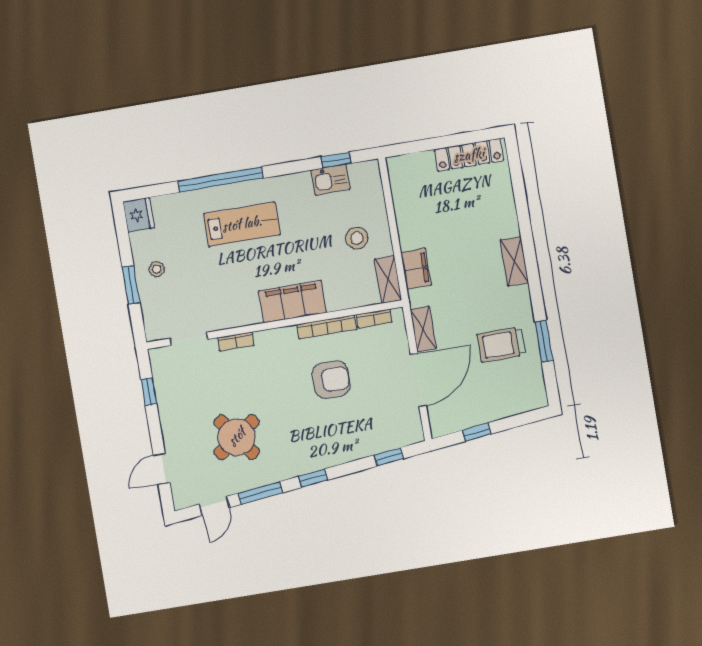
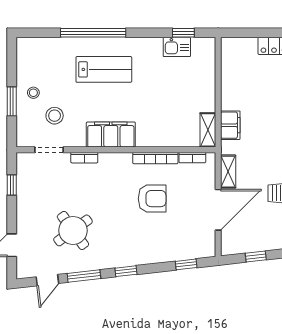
fridge: (139, 215) -> (26, 49), removed
stool: (357, 238) -> (55, 116), moved
filing cabinet: (293, 302) -> (111, 135), moved

